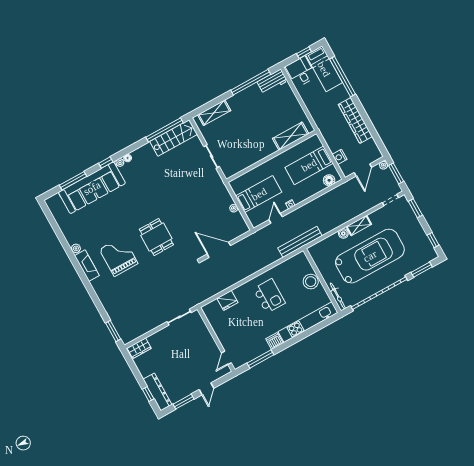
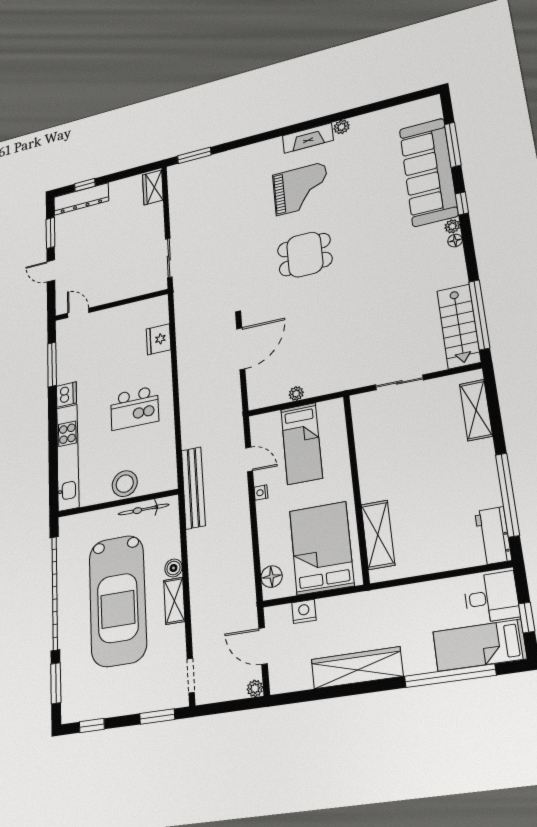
bed: (309, 165) -> (322, 548), width x1.50
window: (396, 173) -> (231, 706), removed
bicycle: (338, 296) -> (143, 509), moved

